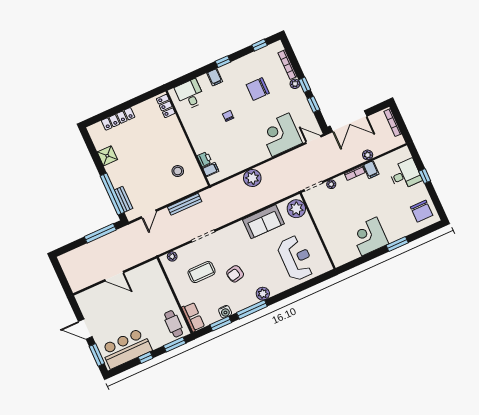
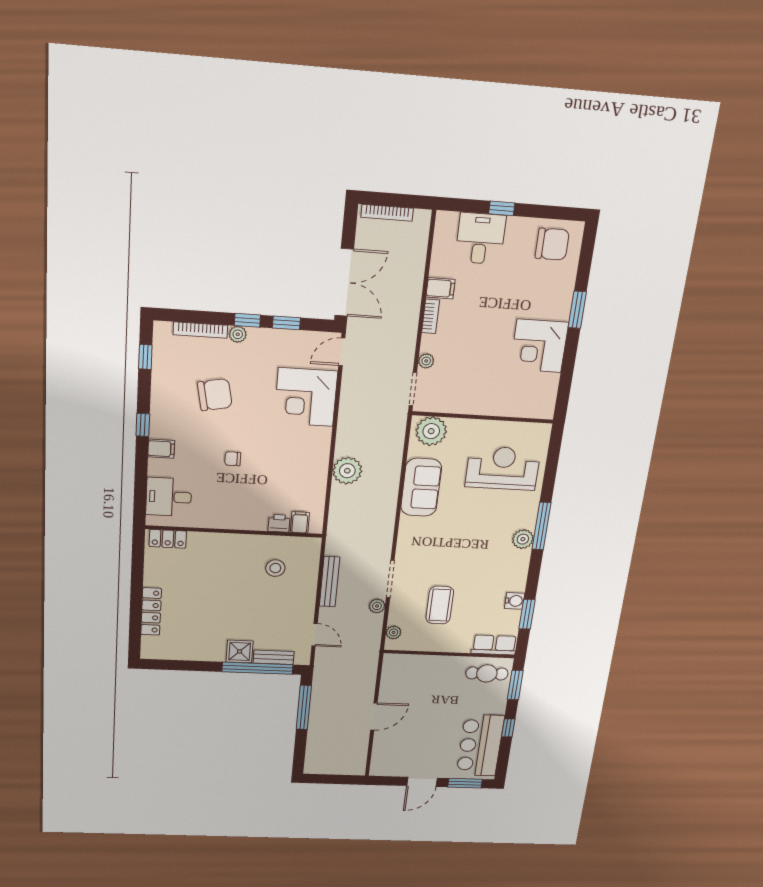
chair: (258, 89) -> (215, 395), turned -101
plant: (368, 155) -> (377, 606), moved
shower: (107, 156) -> (240, 651), moved
armchair: (235, 274) -> (471, 562), removed
window: (252, 310) -> (542, 526), moved

